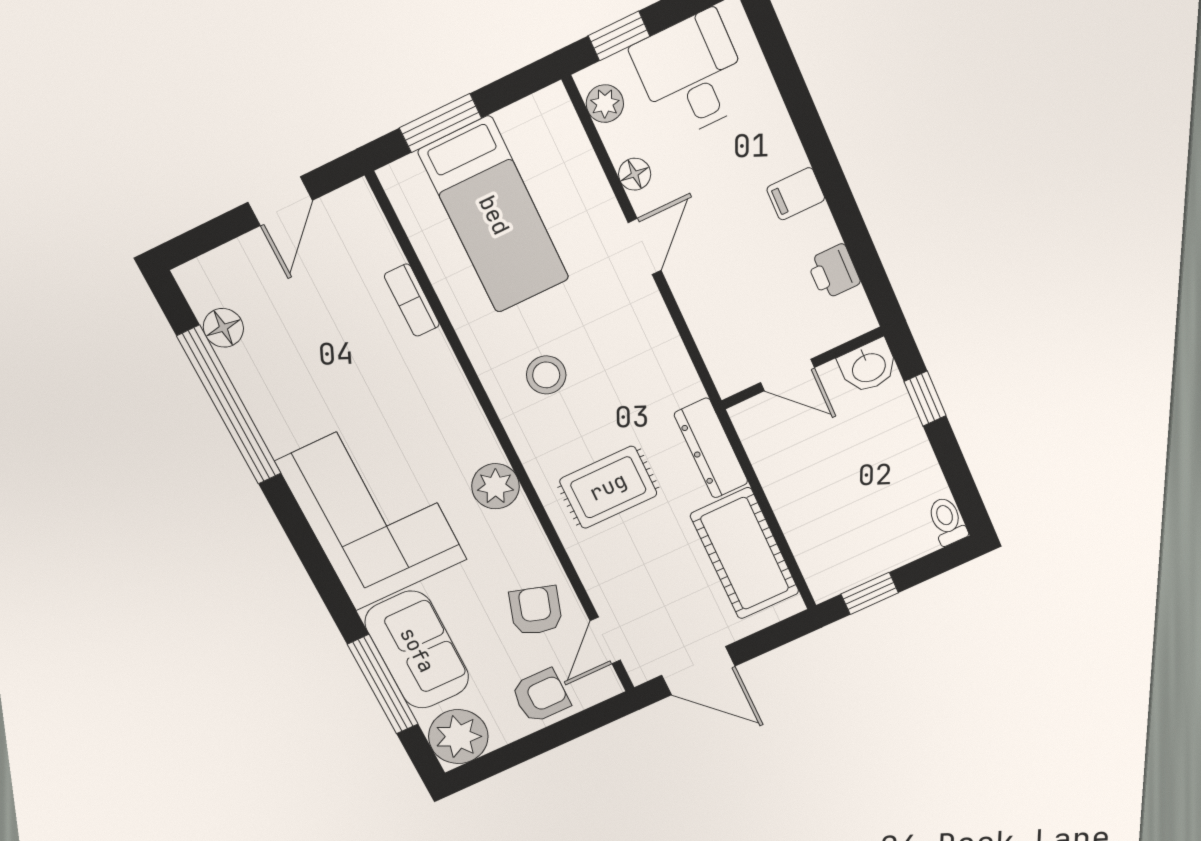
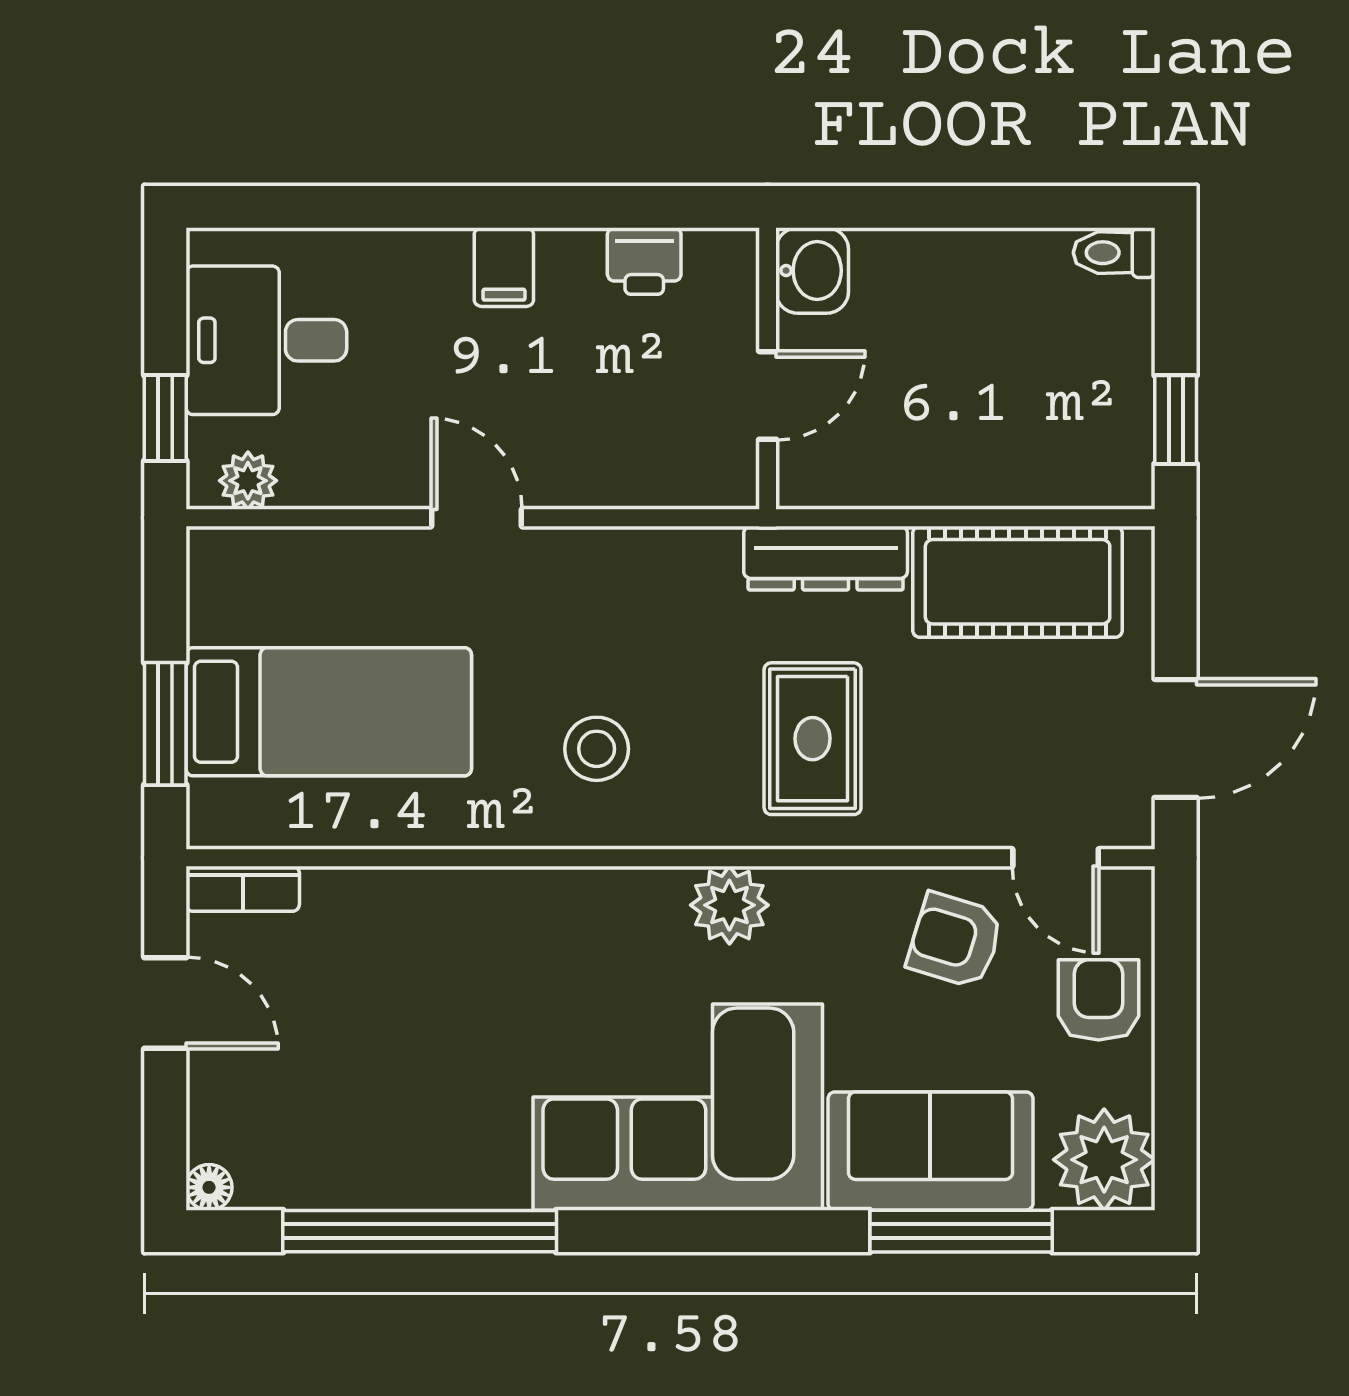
floor lamp: (635, 174) -> (366, 484), removed
bookcase: (412, 300) -> (243, 889), moved
floor lamp: (223, 328) -> (209, 1187), moved, width x0.73, depth x0.73
window: (925, 399) -> (902, 207), removed

